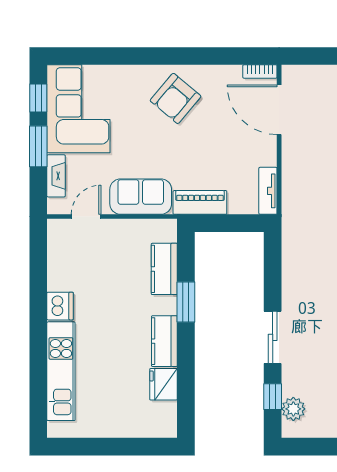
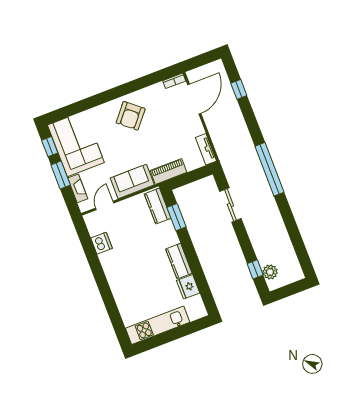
door: (279, 110) -> (194, 99), swing flipped
kitchen counter: (164, 269) -> (158, 206), moved
window: (186, 302) -> (176, 217), moved
dishwasher: (60, 306) -> (102, 243), moved
sliding door: (273, 337) -> (230, 205), moved
kitchen unit: (61, 371) -> (158, 325), moved, turned -90

